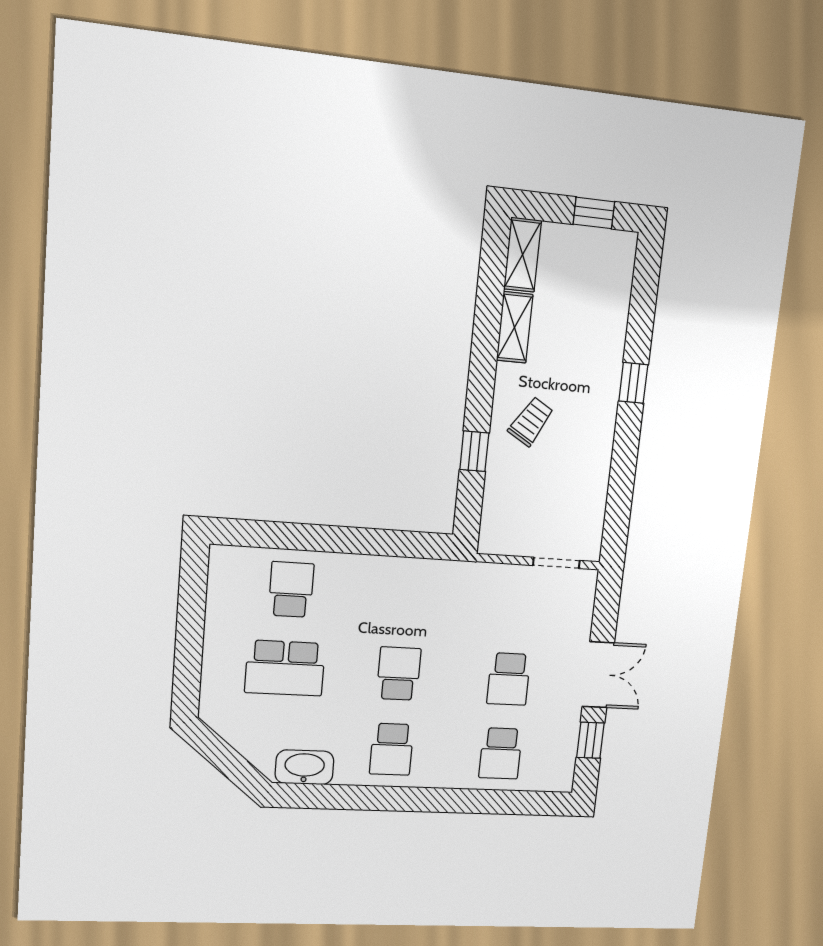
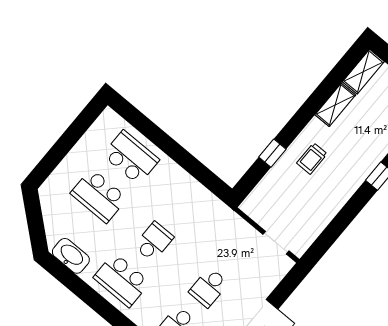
trolley: (531, 422) -> (312, 158), turned 149
school desk: (291, 590) -> (131, 157), width x1.85
school desk: (392, 749) -> (122, 280), width x1.85

